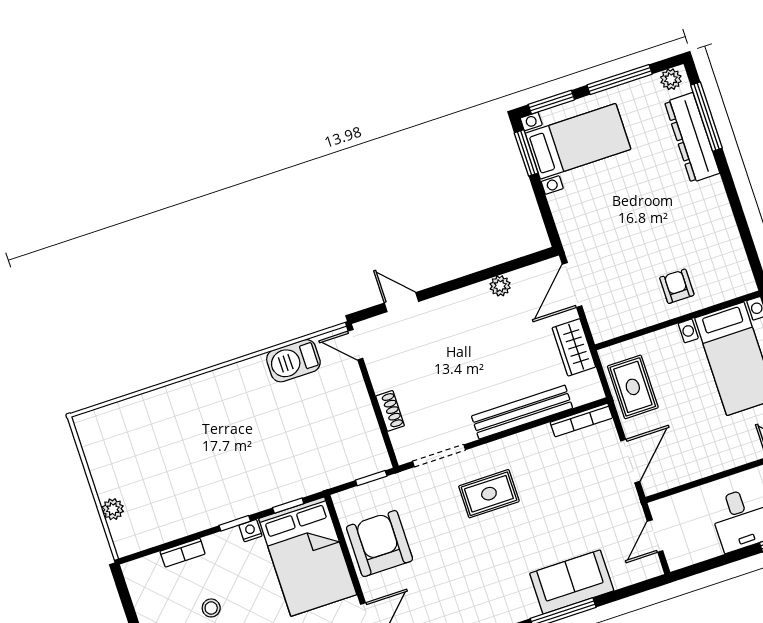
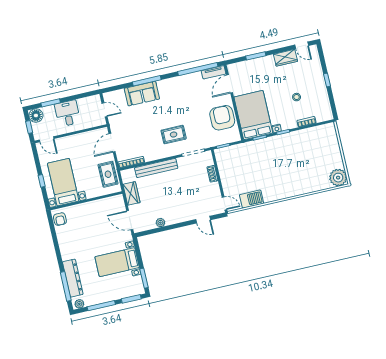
bed with nightstands: (578, 141) -> (117, 262), moved
door: (572, 285) -> (130, 220), swing flipped
armchair: (677, 286) -> (60, 219), moved
plant: (113, 509) -> (338, 178), moved, width x1.87, depth x1.87
door: (655, 536) -> (105, 110), hinge flipped
armchair: (380, 543) -> (222, 118), turned 180

